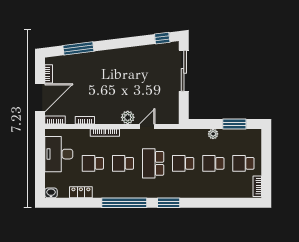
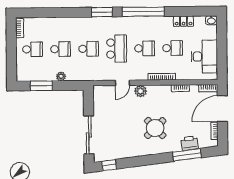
printer: (75, 61) -> (190, 143), added
round table: (112, 78) -> (155, 128), added

